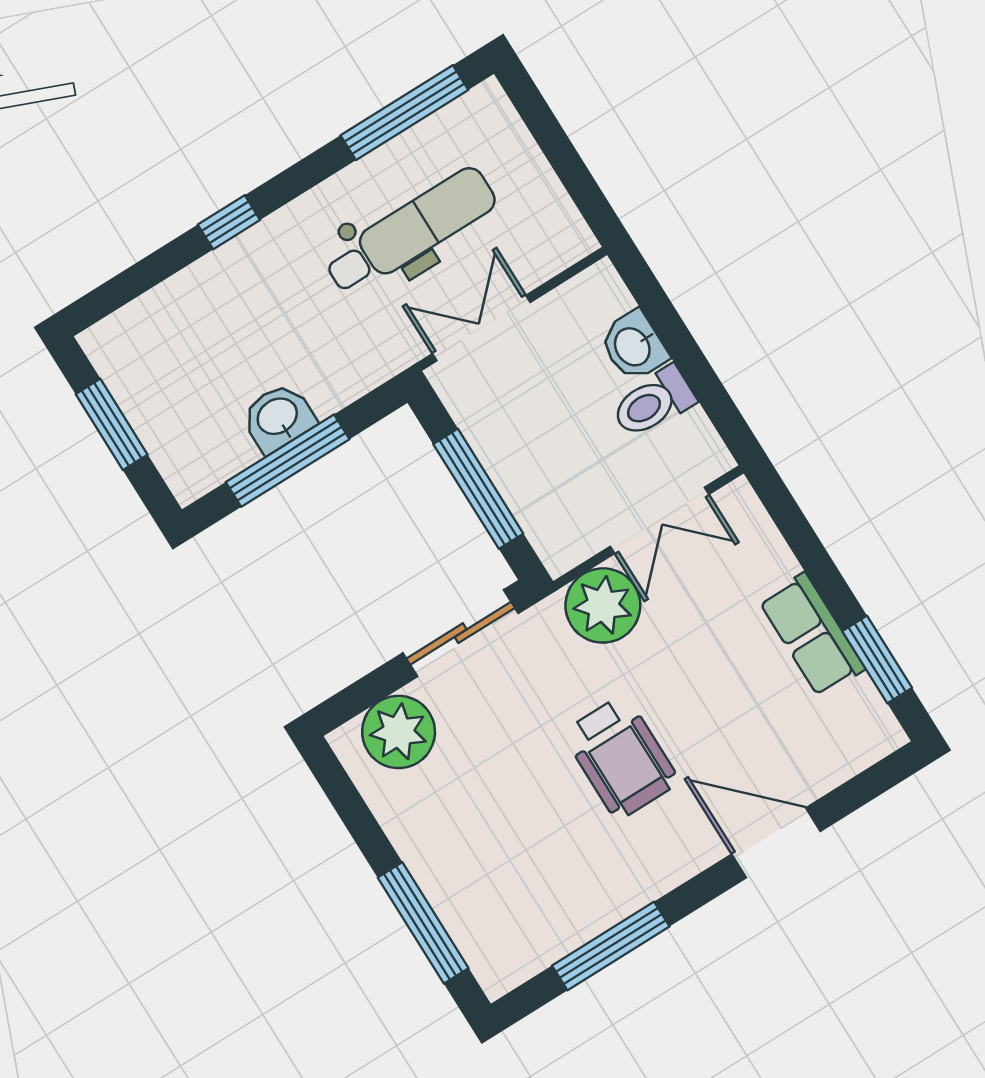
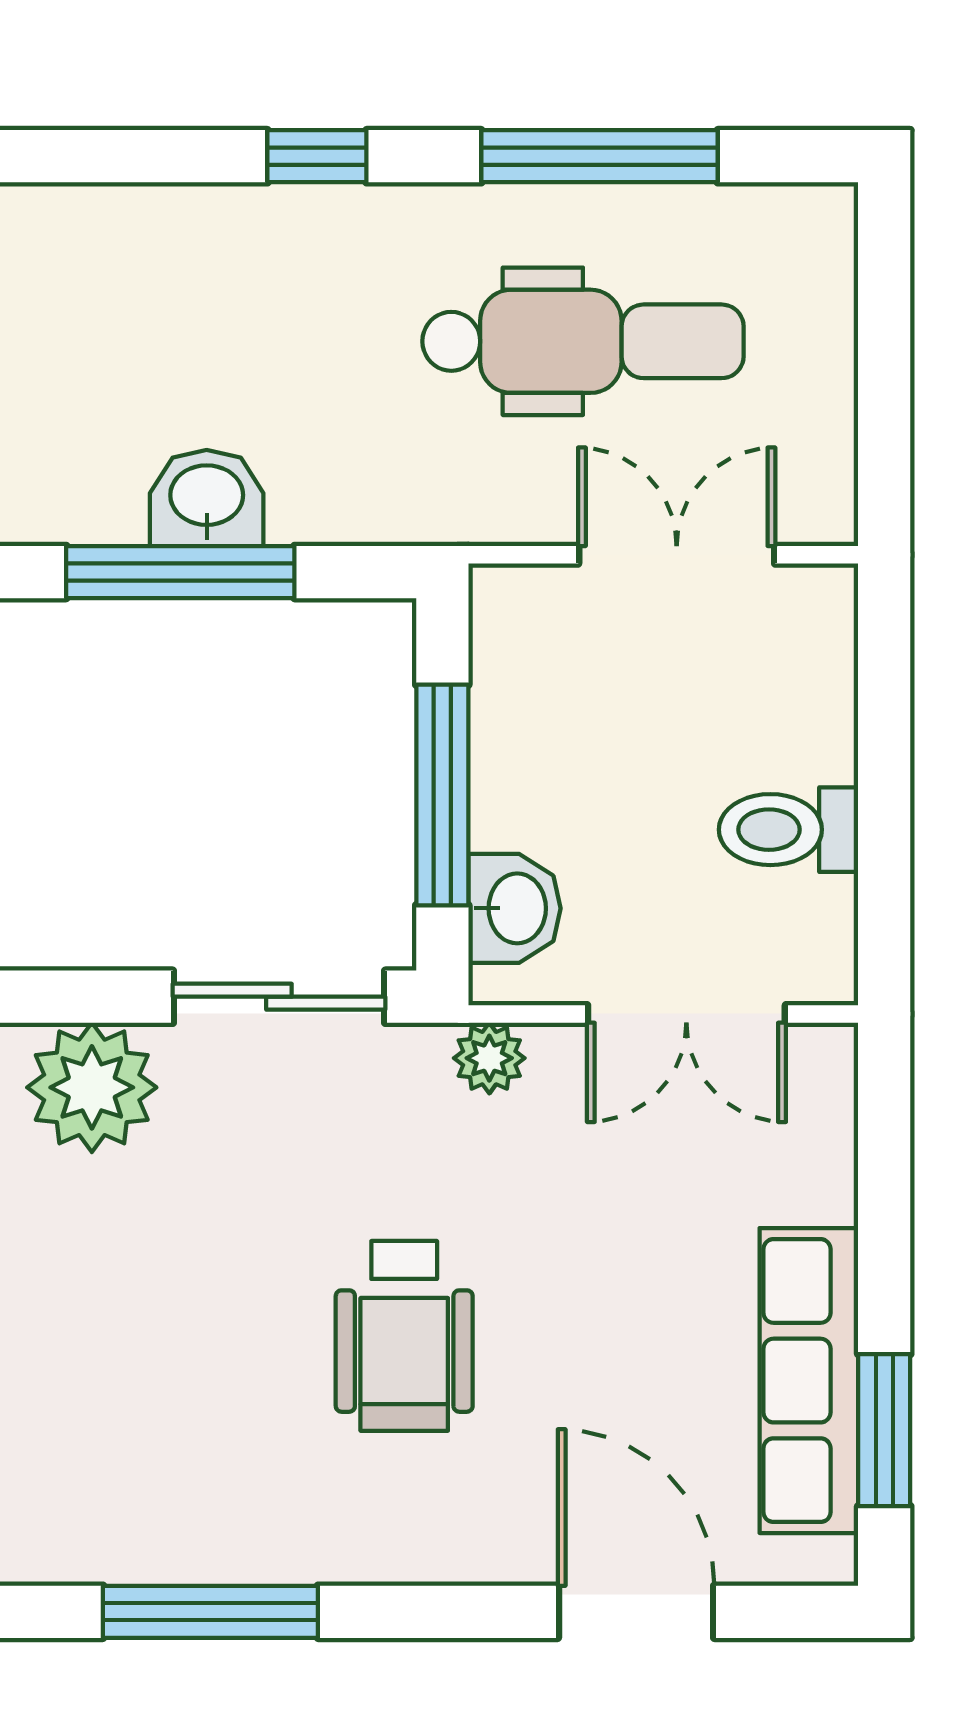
window: (404, 113) -> (600, 156), moved
double door: (481, 328) -> (677, 555), moved
washbasin: (634, 346) -> (514, 908), moved, turned 180
plant: (603, 605) -> (489, 1058), width x0.53, depth x0.53
row of seats: (812, 635) -> (809, 1381), width x1.48
door: (776, 843) -> (636, 1612), moved

